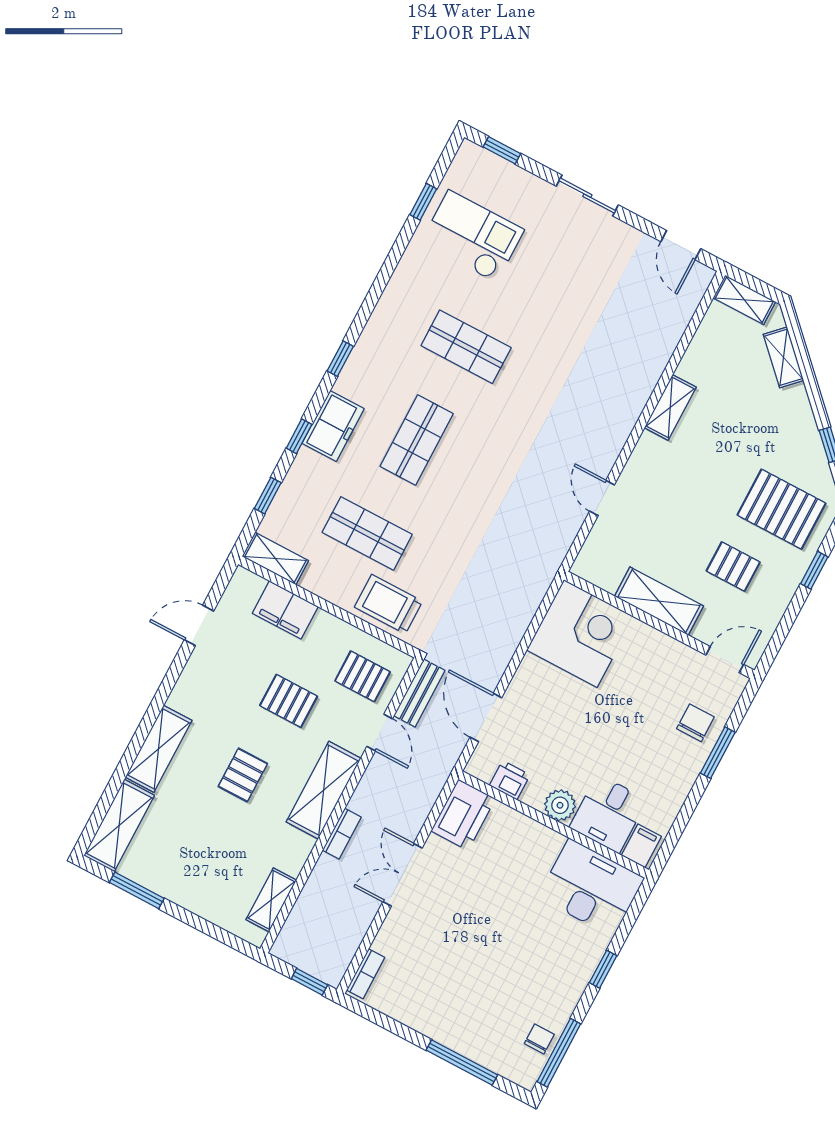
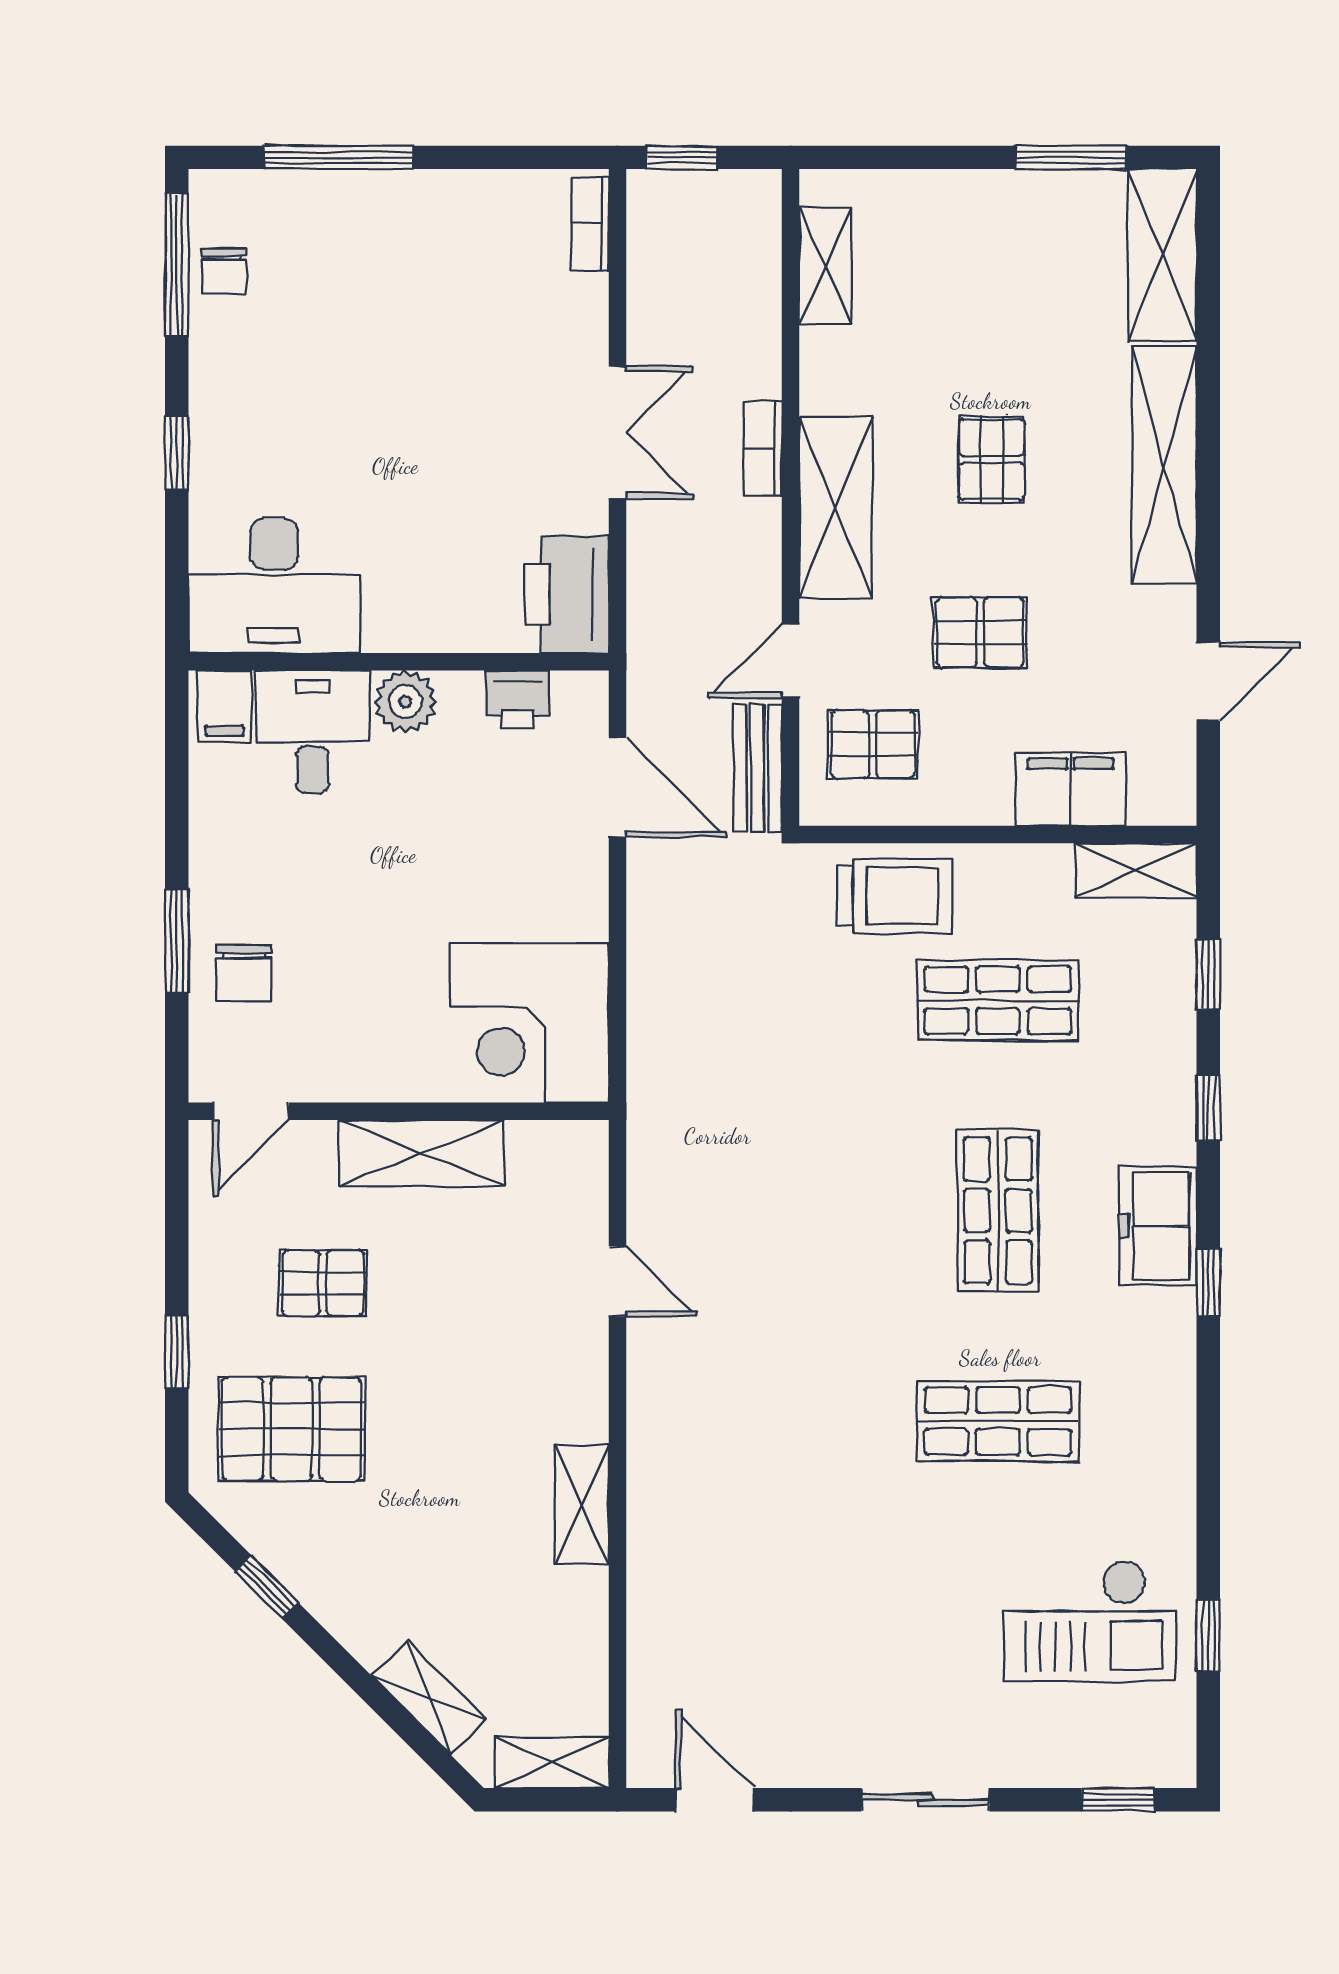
freezer: (333, 426) -> (1158, 1226), moved
door: (380, 733) -> (790, 661), hinge flipped
shelving: (159, 749) -> (1164, 465), width x1.47

